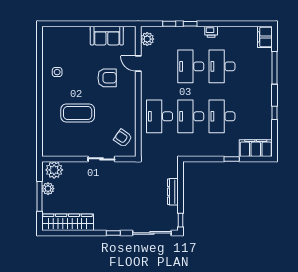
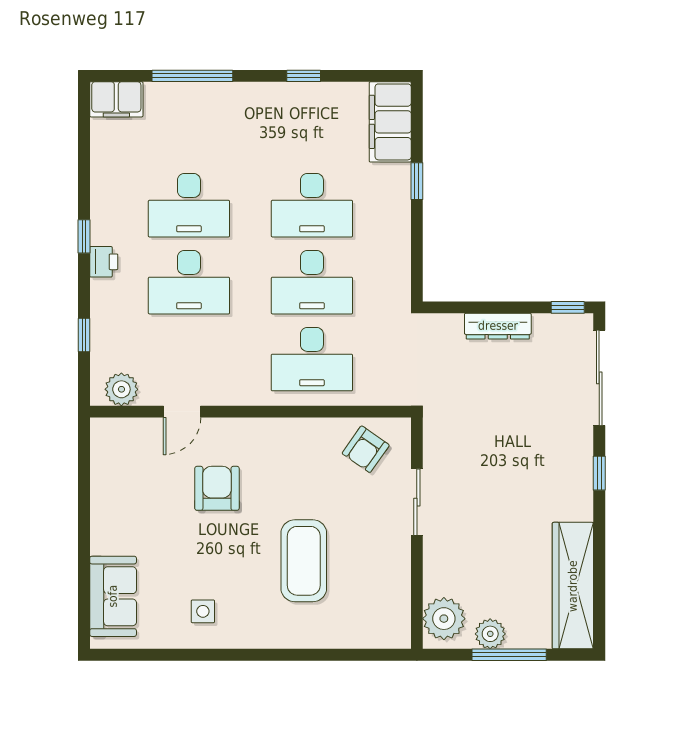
window: (190, 24) -> (84, 236), moved
printer: (211, 32) -> (104, 262), moved
sofa: (107, 36) -> (113, 596), moved

